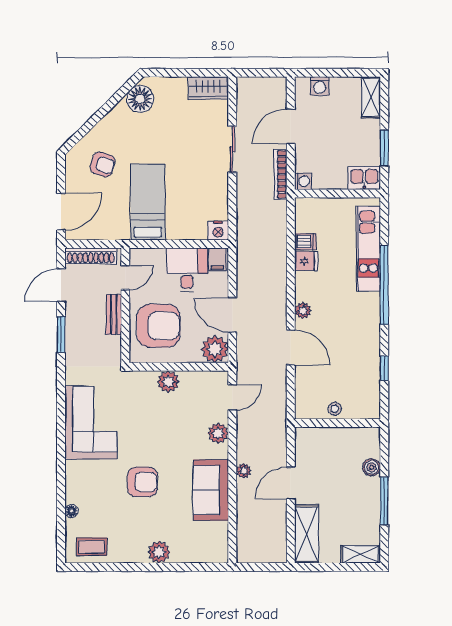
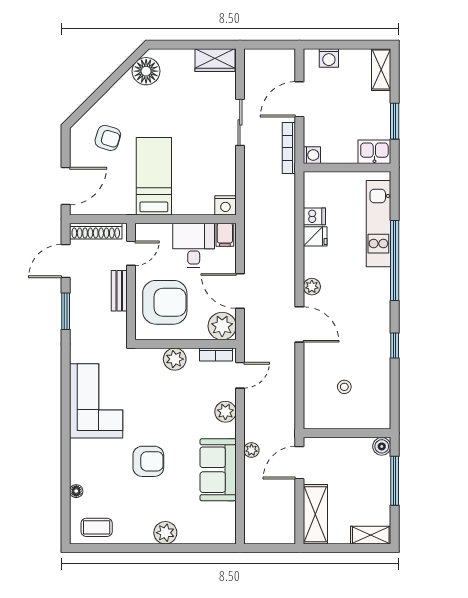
bookcase: (209, 377) -> (216, 354), added
wall: (337, 423) -> (347, 433), moved

